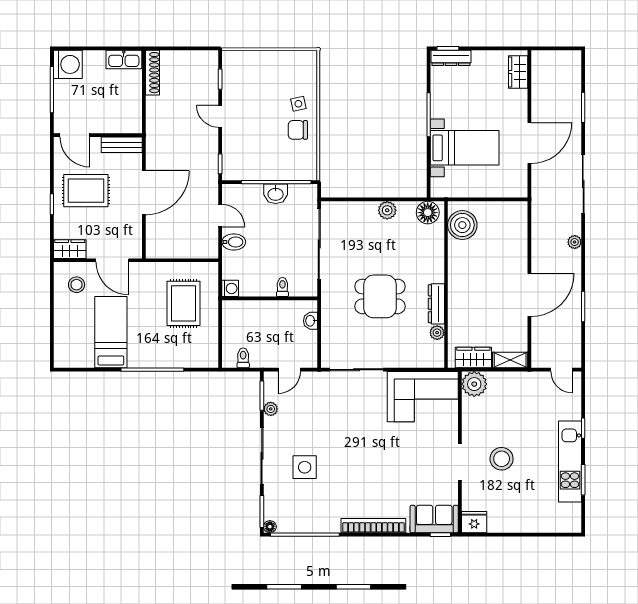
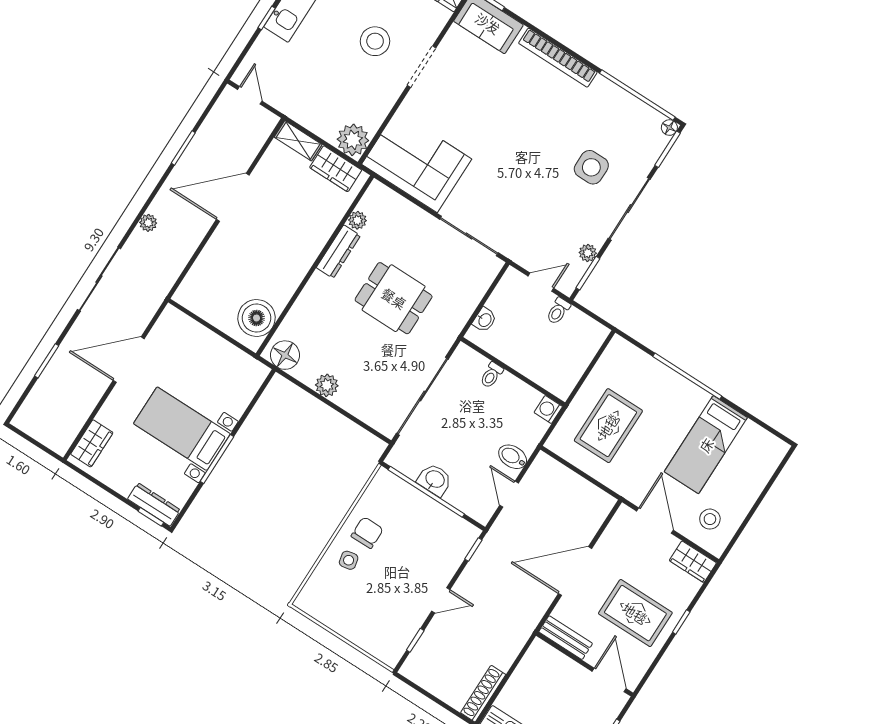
door: (220, 116) -> (441, 600), hinge flipped
chair: (298, 130) -> (367, 533), turned -90
bed with nightstands: (465, 148) -> (182, 429), moved
toilet: (243, 358) -> (558, 311), moved

